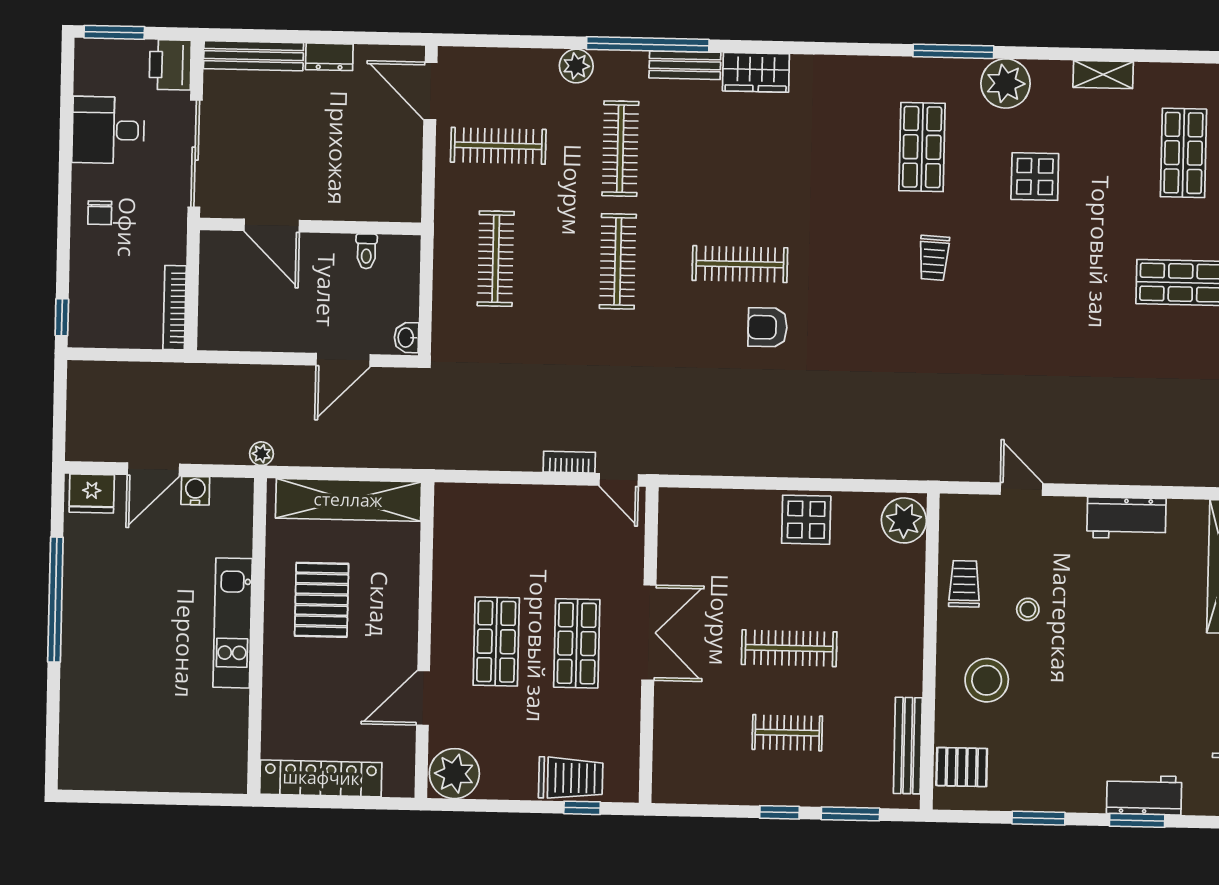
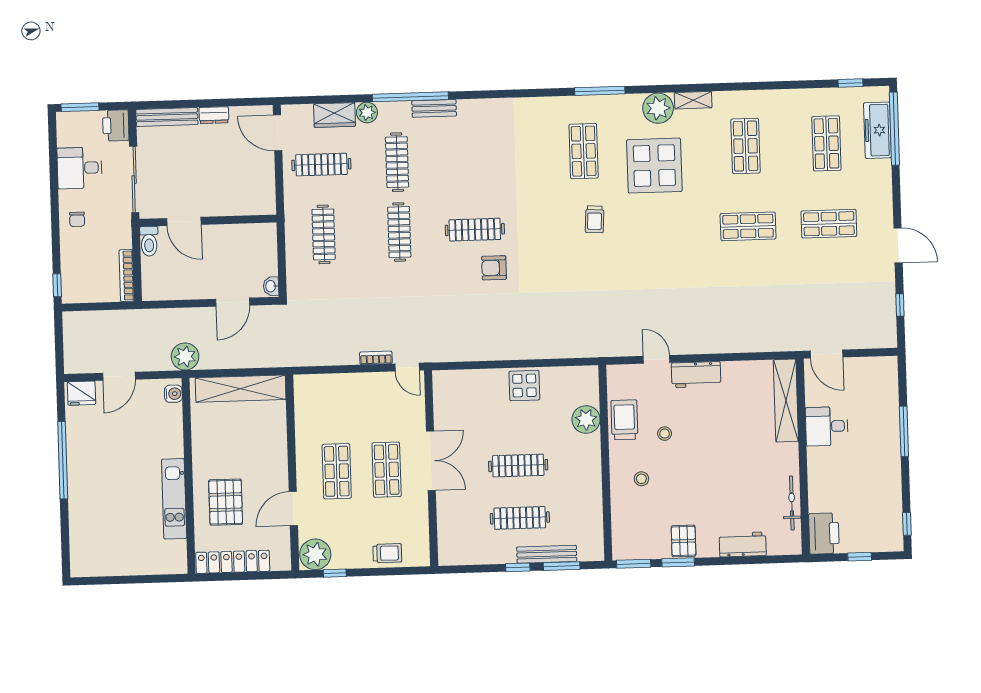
wardrobe: (756, 72) -> (335, 115), moved
plant: (1006, 83) -> (658, 108), moved
display table: (1035, 177) -> (654, 166), width x1.86, depth x1.86
toilet: (366, 251) -> (149, 241), moved, width x1.37, depth x1.39
plant: (261, 454) -> (185, 357), width x1.88, depth x1.88
water cooler: (195, 491) -> (173, 394), moved, turned 90
workbench: (1126, 518) -> (696, 375), moved
plant: (904, 520) -> (586, 419), moved
trolley: (964, 584) -> (624, 420), width x1.36, depth x1.39
pallet: (322, 600) -> (226, 502), moved
kitchen unit: (233, 623) -> (174, 499), moved
stool: (987, 680) -> (641, 479), width x0.53, depth x0.53
clothes rail: (787, 733) -> (520, 518), width x1.36
bench: (908, 746) -> (547, 554), moved, turned 90
pallet: (962, 767) -> (684, 541), moved, turned 90
trolley: (571, 778) -> (387, 553), width x0.73, depth x0.72
window: (582, 808) -> (335, 573), moved
window: (1137, 820) -> (634, 564), moved

